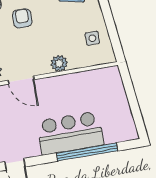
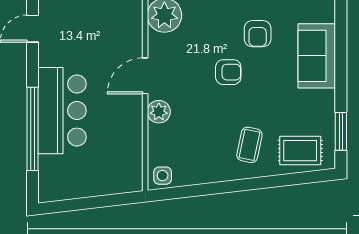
side table: (92, 38) -> (163, 176), moved
door: (21, 80) -> (145, 76), moved

